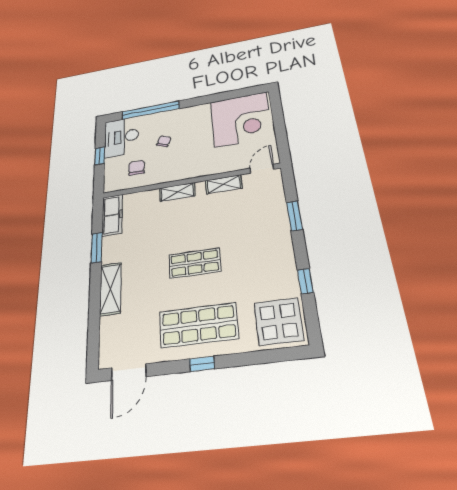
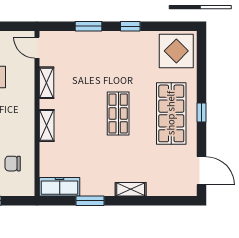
window: (305, 281) -> (130, 26), moved
shelving: (110, 289) -> (131, 189), width x0.67, depth x0.75

